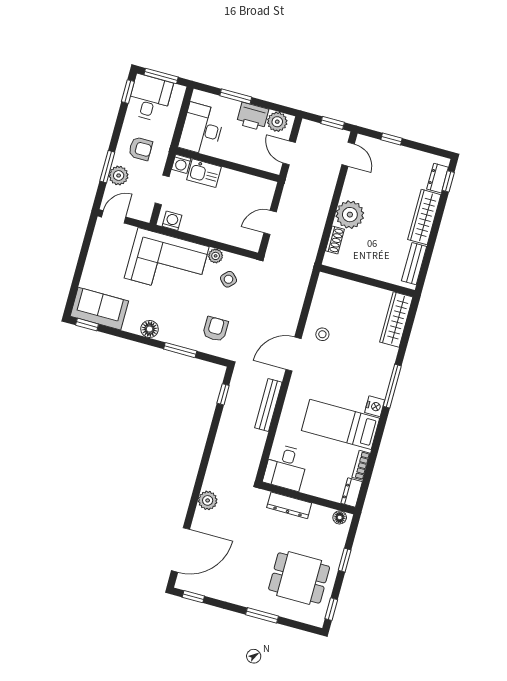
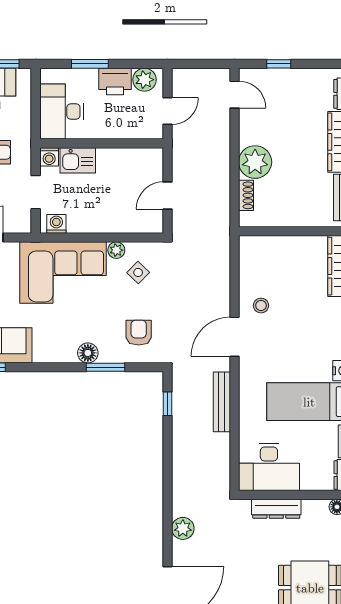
window: (333, 123) -> (207, 64), removed
door: (289, 153) -> (167, 111), swing flipped
floor lamp: (150, 329) -> (88, 353), moved
desk: (286, 467) -> (269, 467), width x1.37

